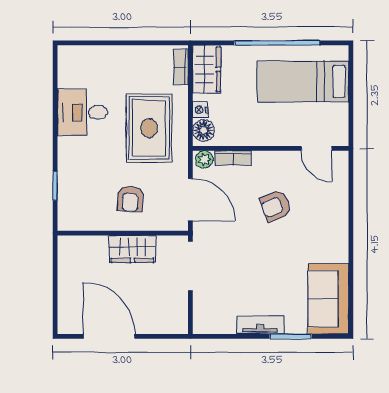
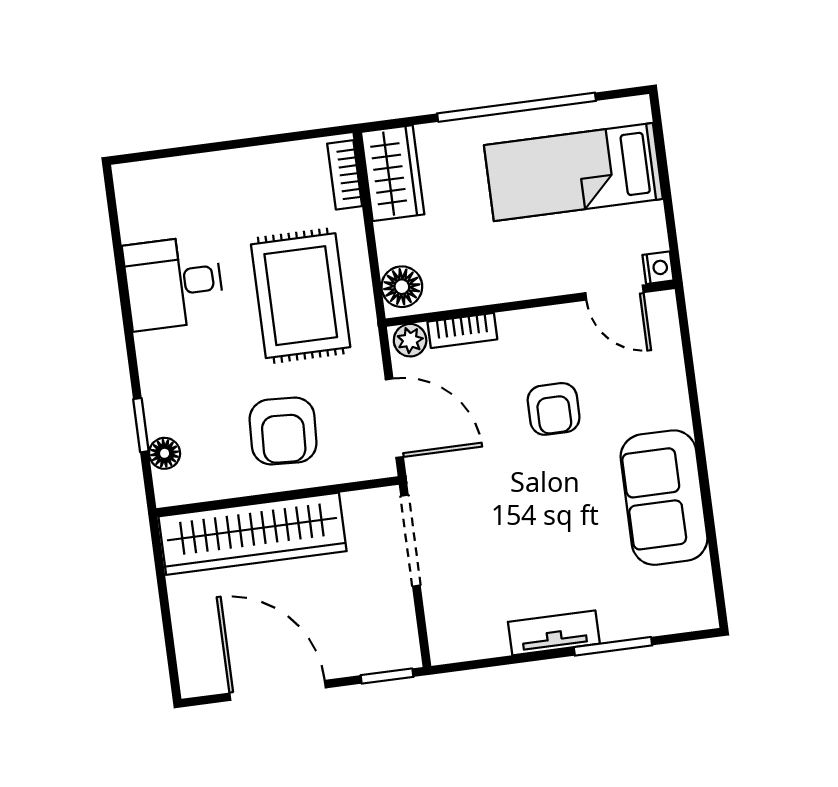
nightstand: (200, 110) -> (658, 268), moved, turned 180
armchair: (130, 199) -> (283, 431), width x1.38, depth x1.38
floor lamp: (66, 202) -> (165, 453), added
armchair: (276, 206) -> (554, 409), turned -69
wardrobe: (132, 249) -> (253, 534), width x2.10, depth x1.17
sofa: (328, 299) -> (664, 498), moved
window: (168, 336) -> (387, 676), added

